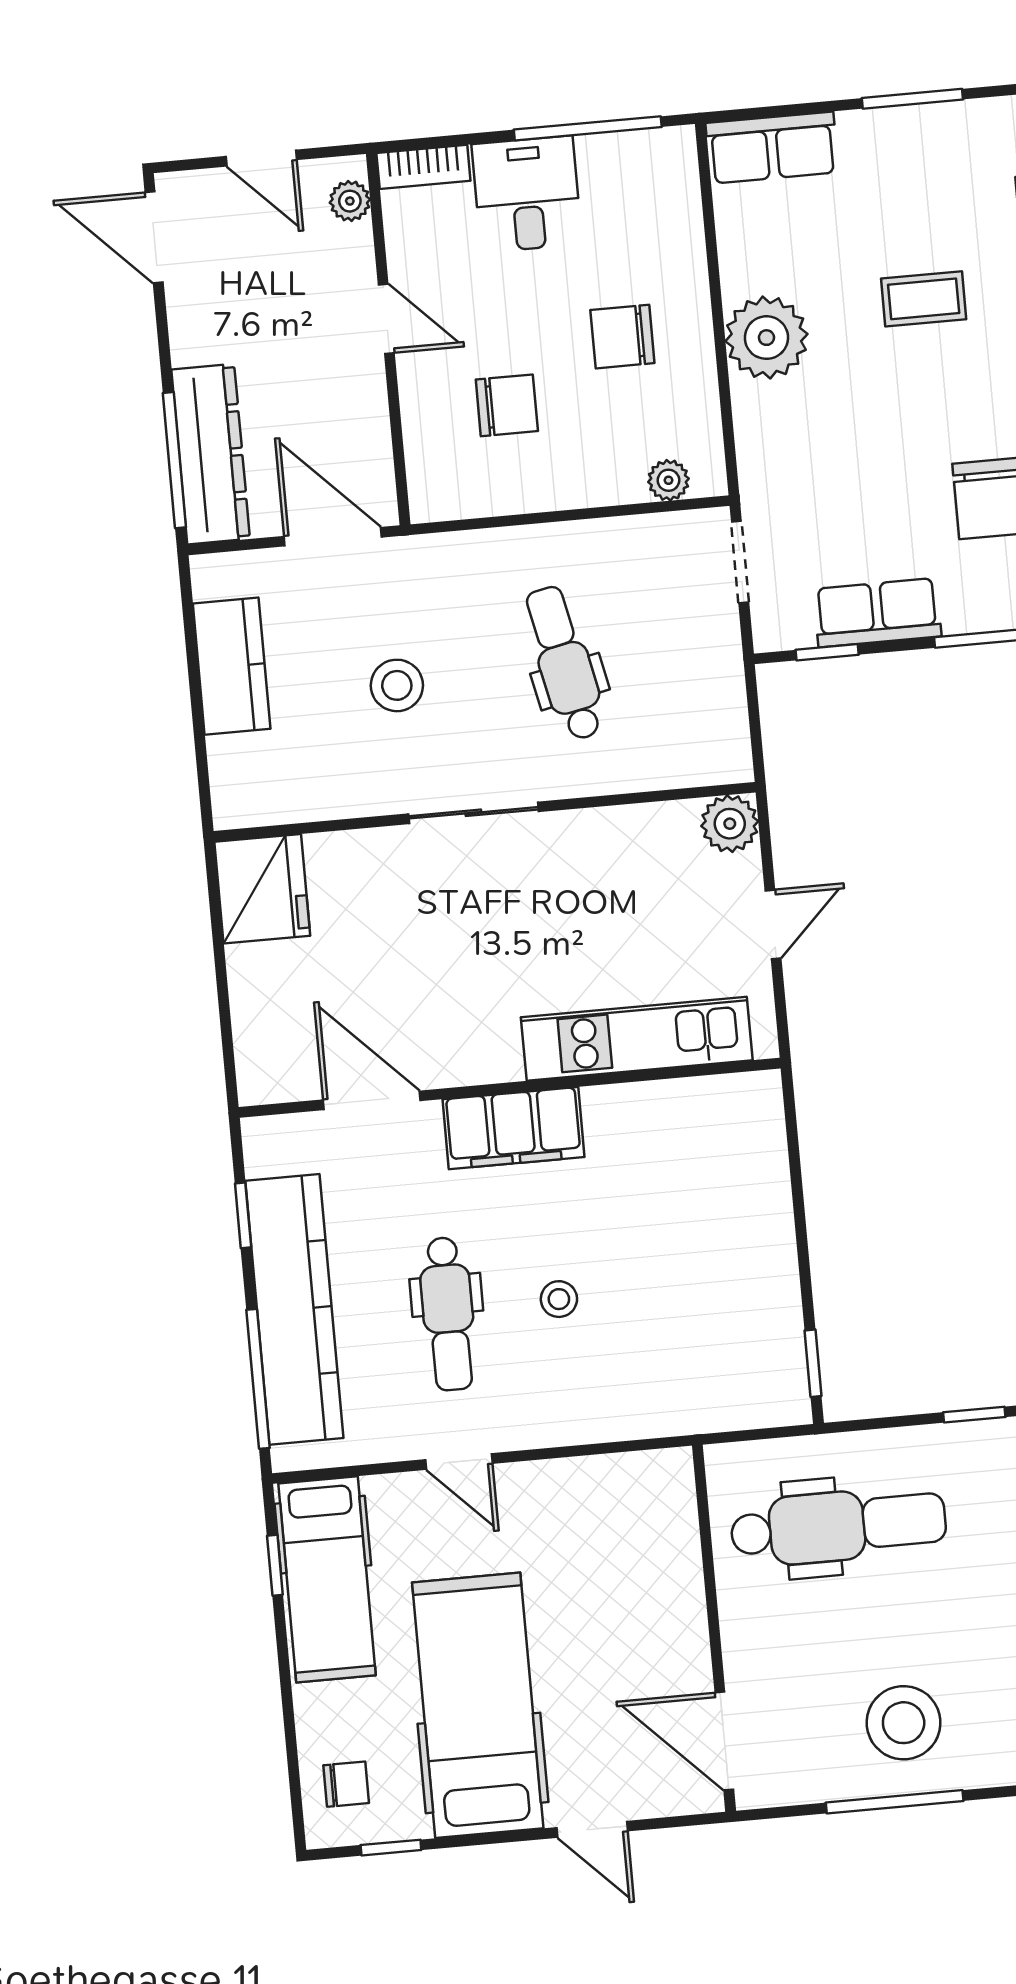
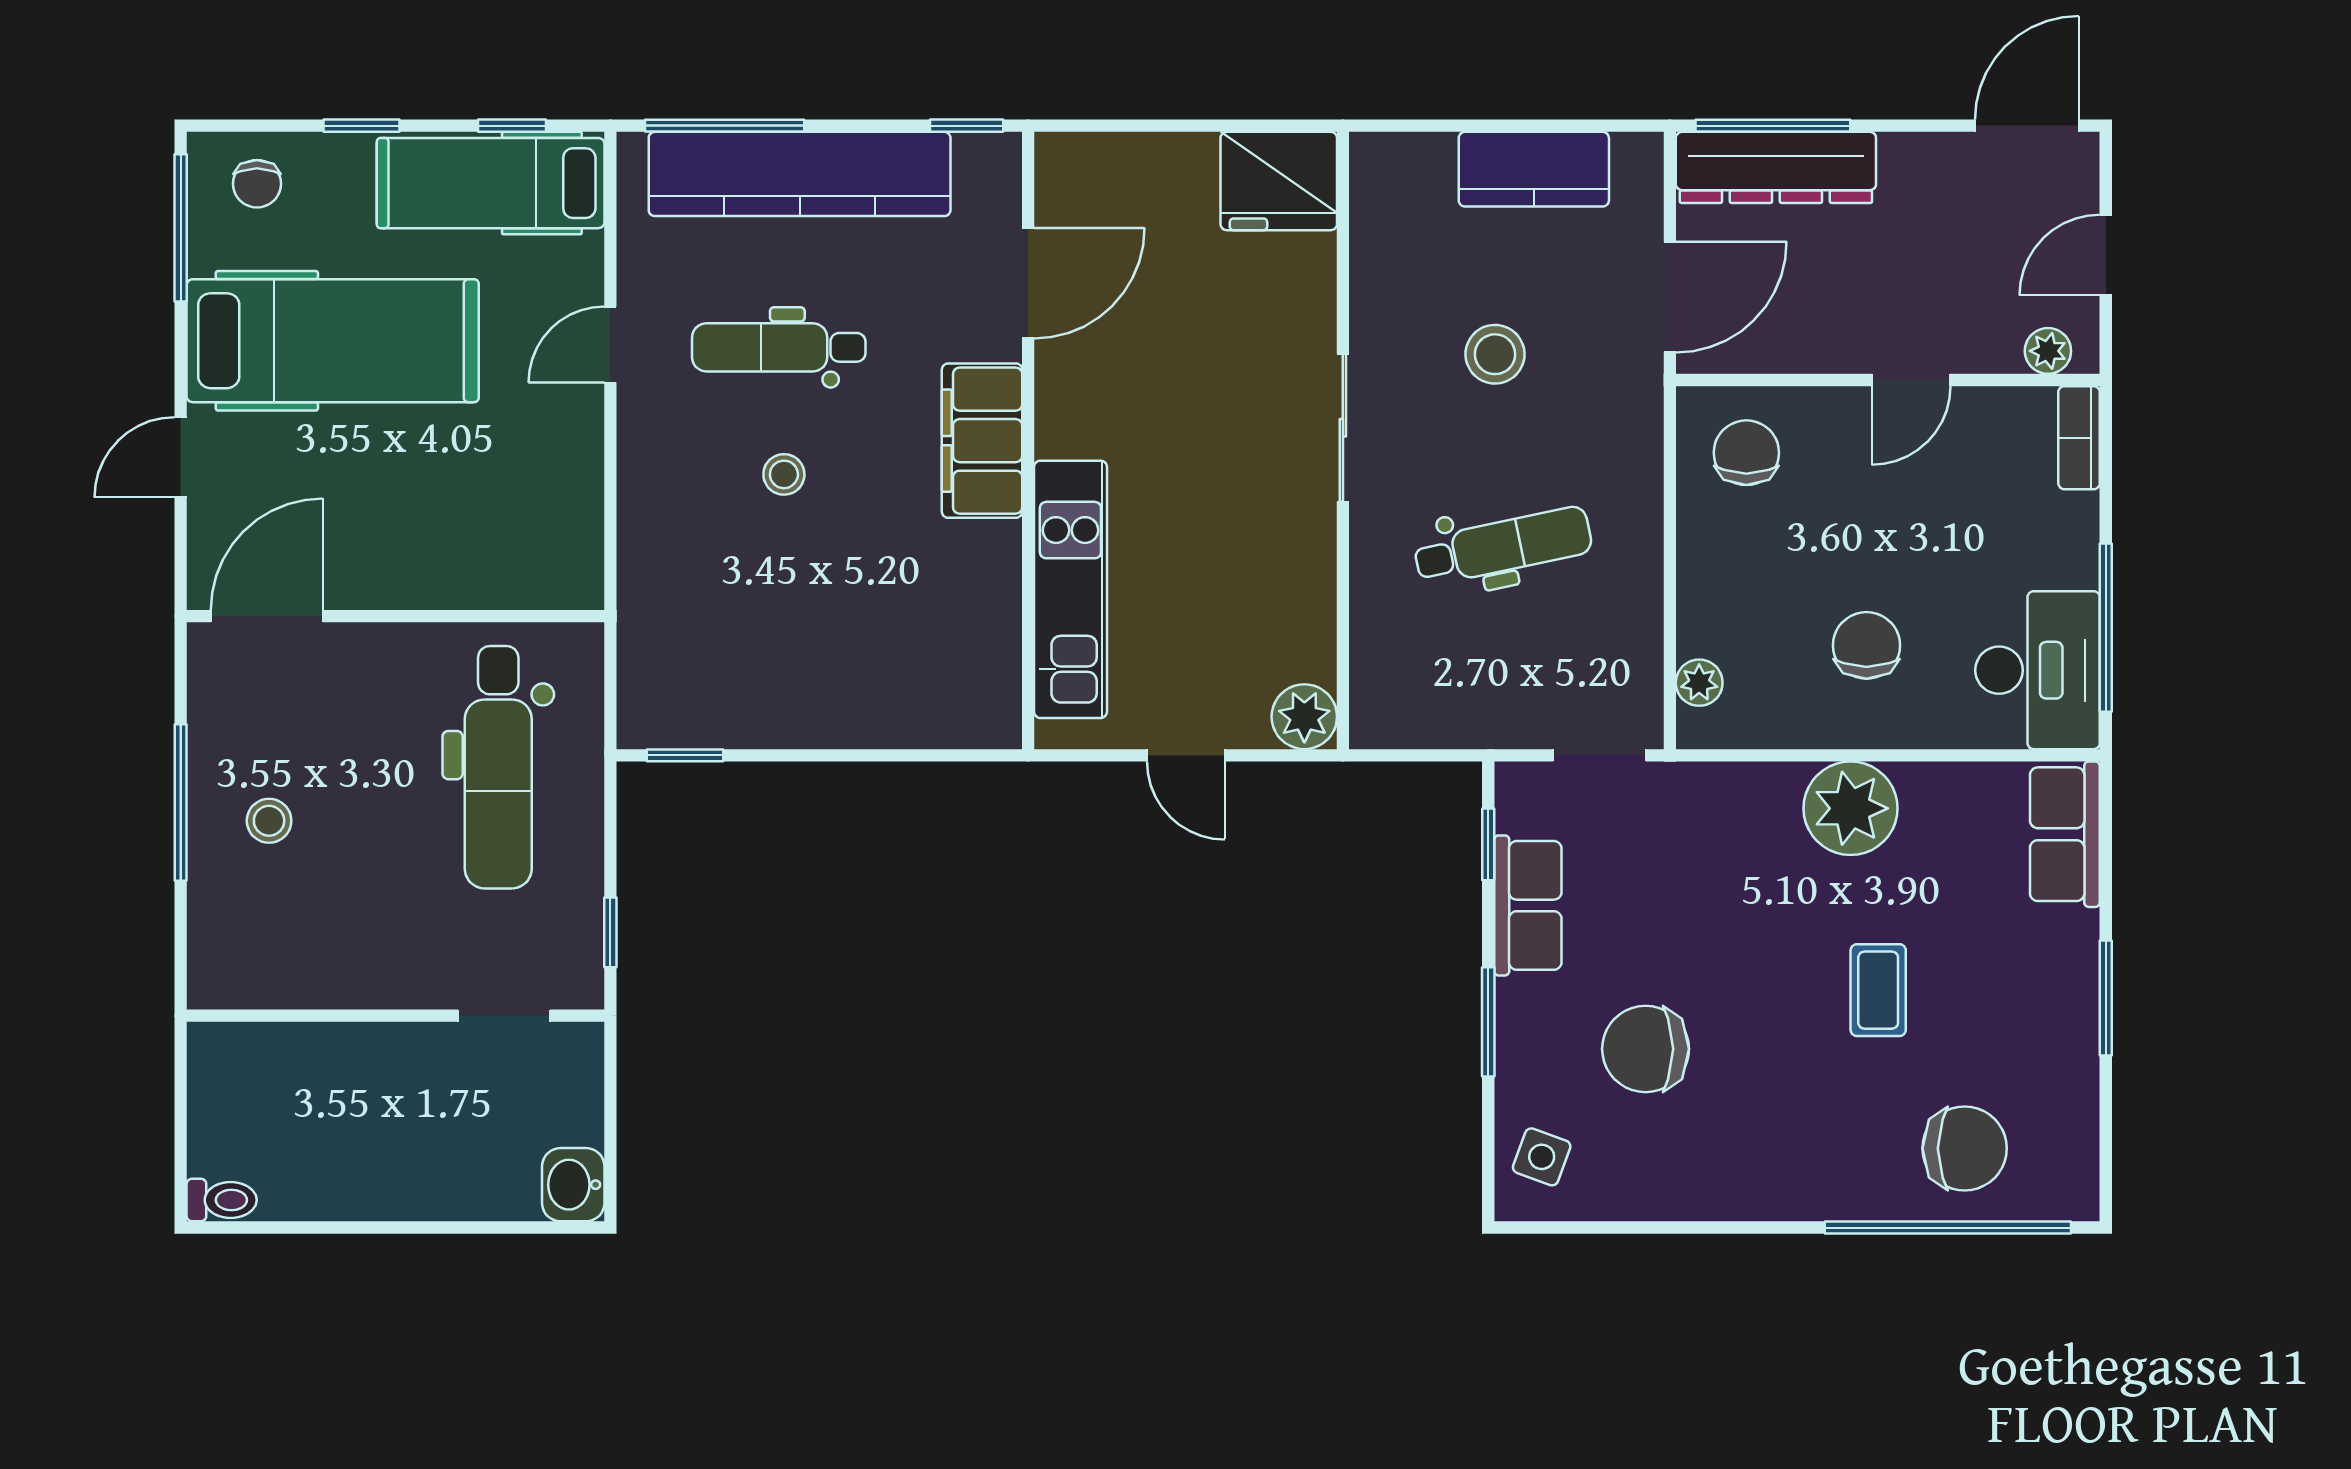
desk: (527, 194) -> (2038, 670), moved, width x1.37
chair: (507, 405) -> (1746, 453), moved, turned 180
window: (243, 1215) -> (967, 126), moved
window: (287, 1697) -> (361, 126), added
stool: (904, 1723) -> (269, 821), width x0.53, depth x0.53
window: (391, 1848) -> (181, 228), width x2.17

